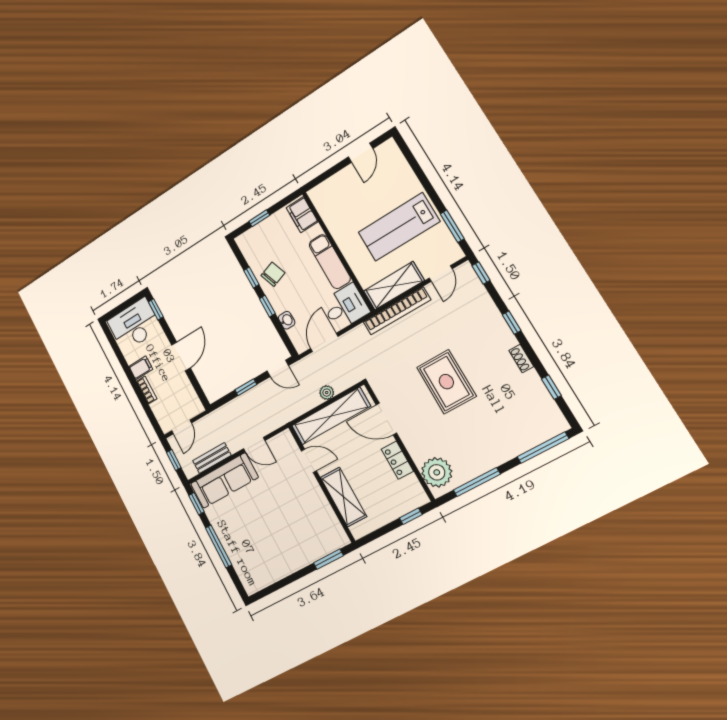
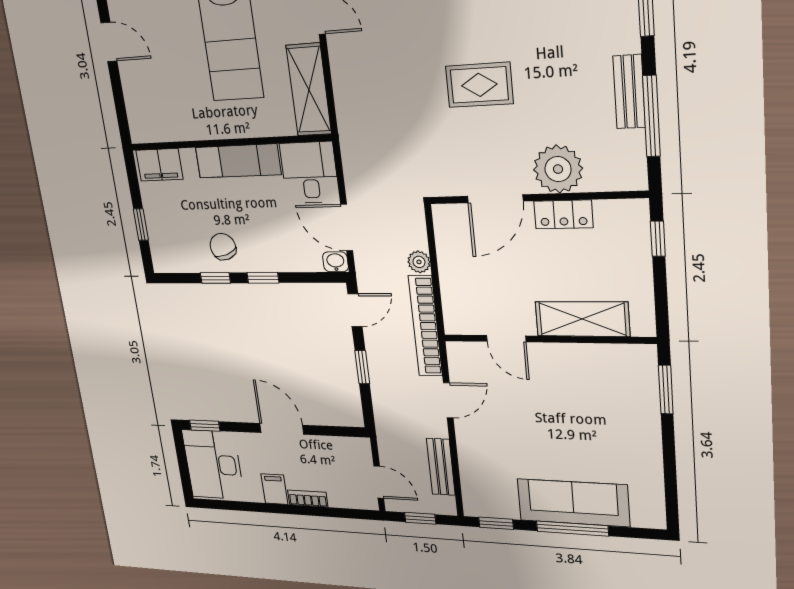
bookcase: (397, 311) -> (425, 326), moved, turned 180
washbasin: (287, 320) -> (335, 262), moved
rug: (446, 382) -> (479, 85), width x0.73, depth x0.70
shelving: (331, 416) -> (455, 274), removed
door: (309, 461) -> (506, 339), swing flipped
bench: (484, 464) -> (629, 92), added
plant: (437, 472) -> (558, 169), moved
sofa: (224, 481) -> (573, 503), moved, turned -90

